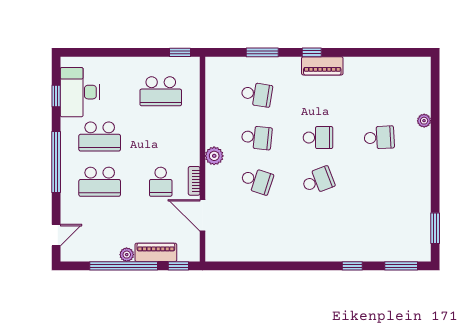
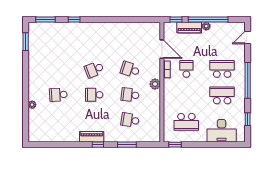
school desk: (161, 91) -> (186, 122), turned 180
desk: (80, 92) -> (222, 131), moved, turned 90

